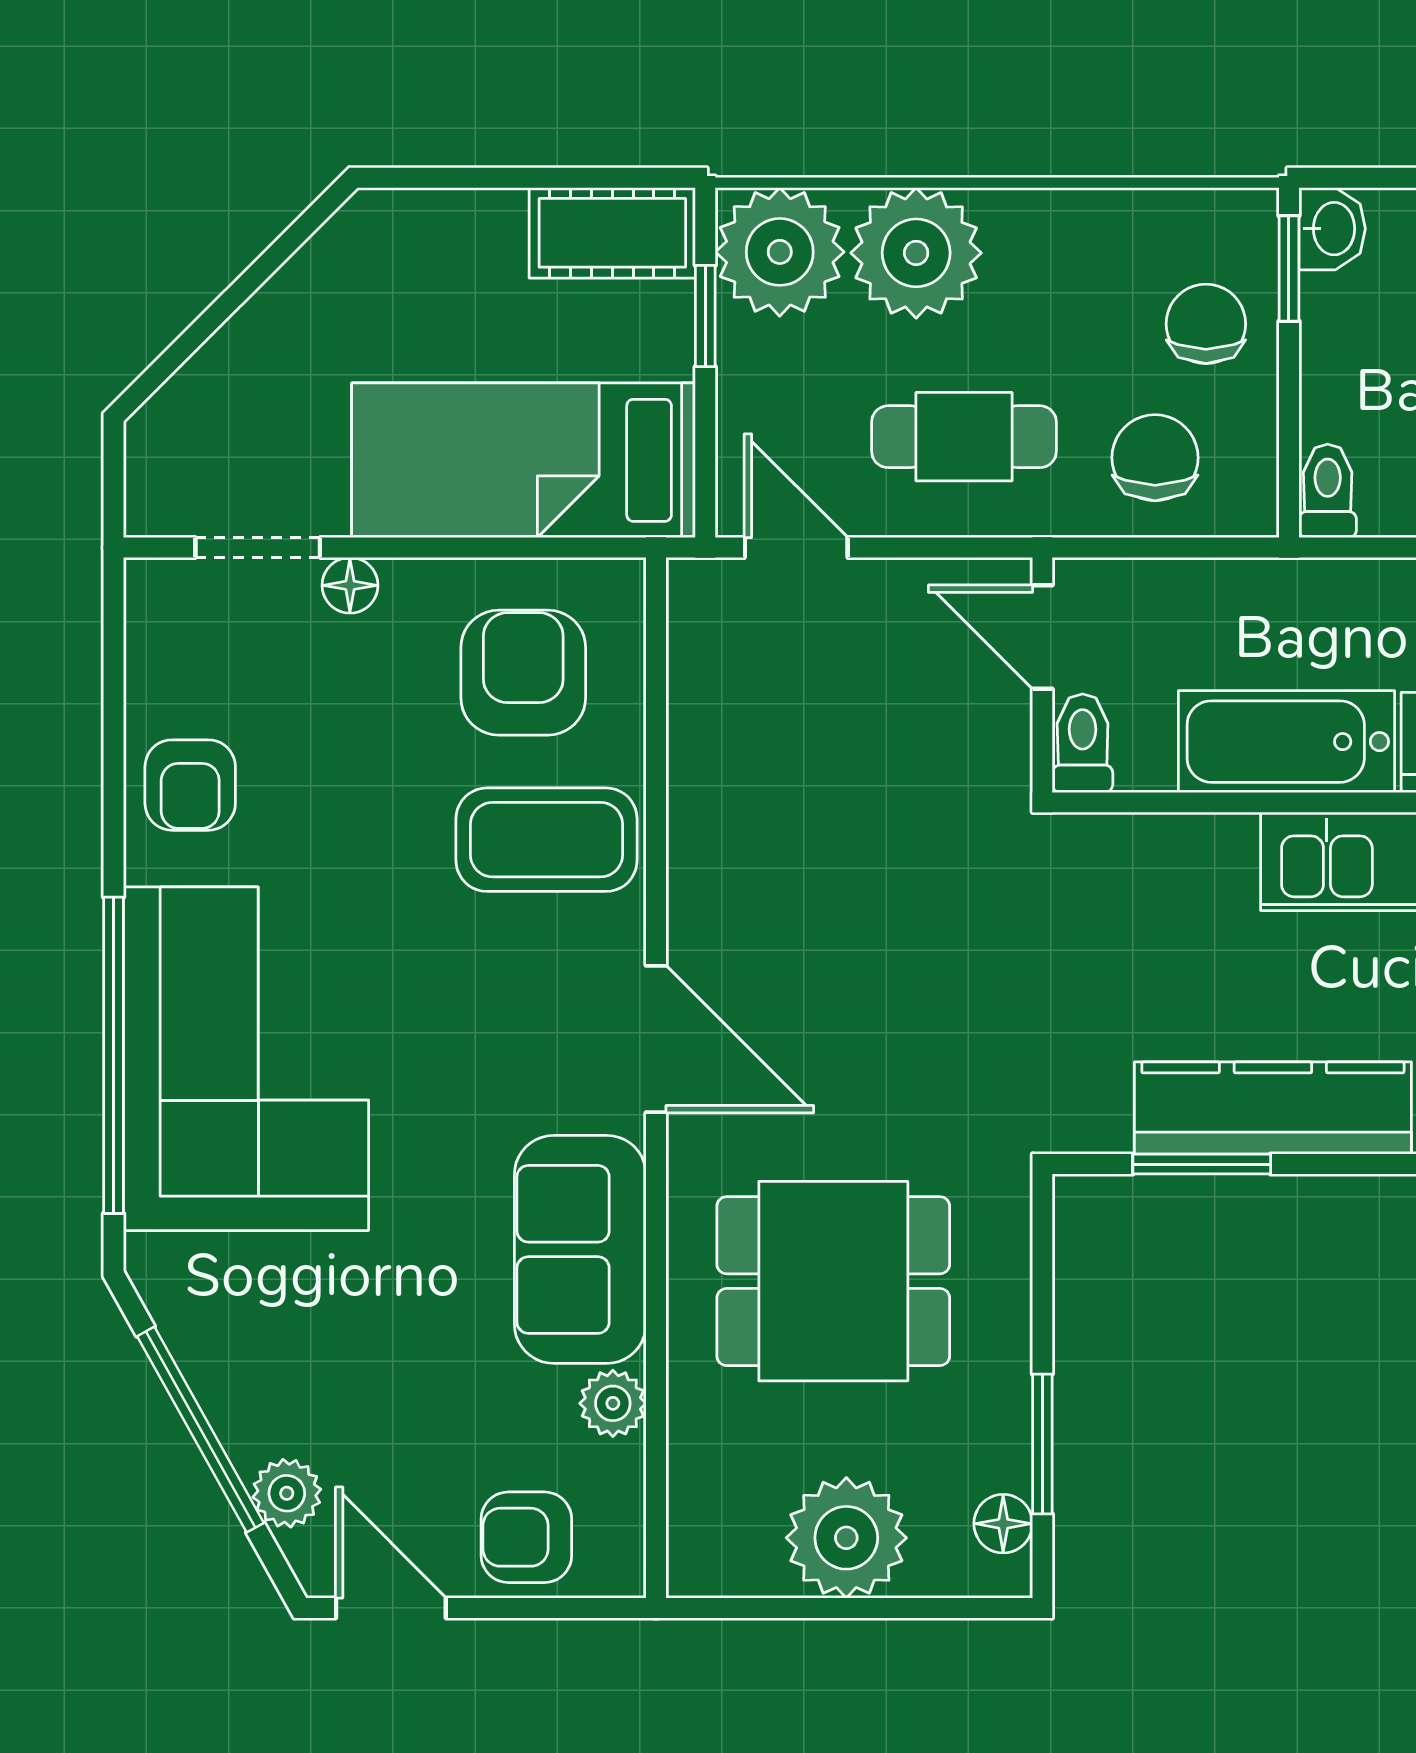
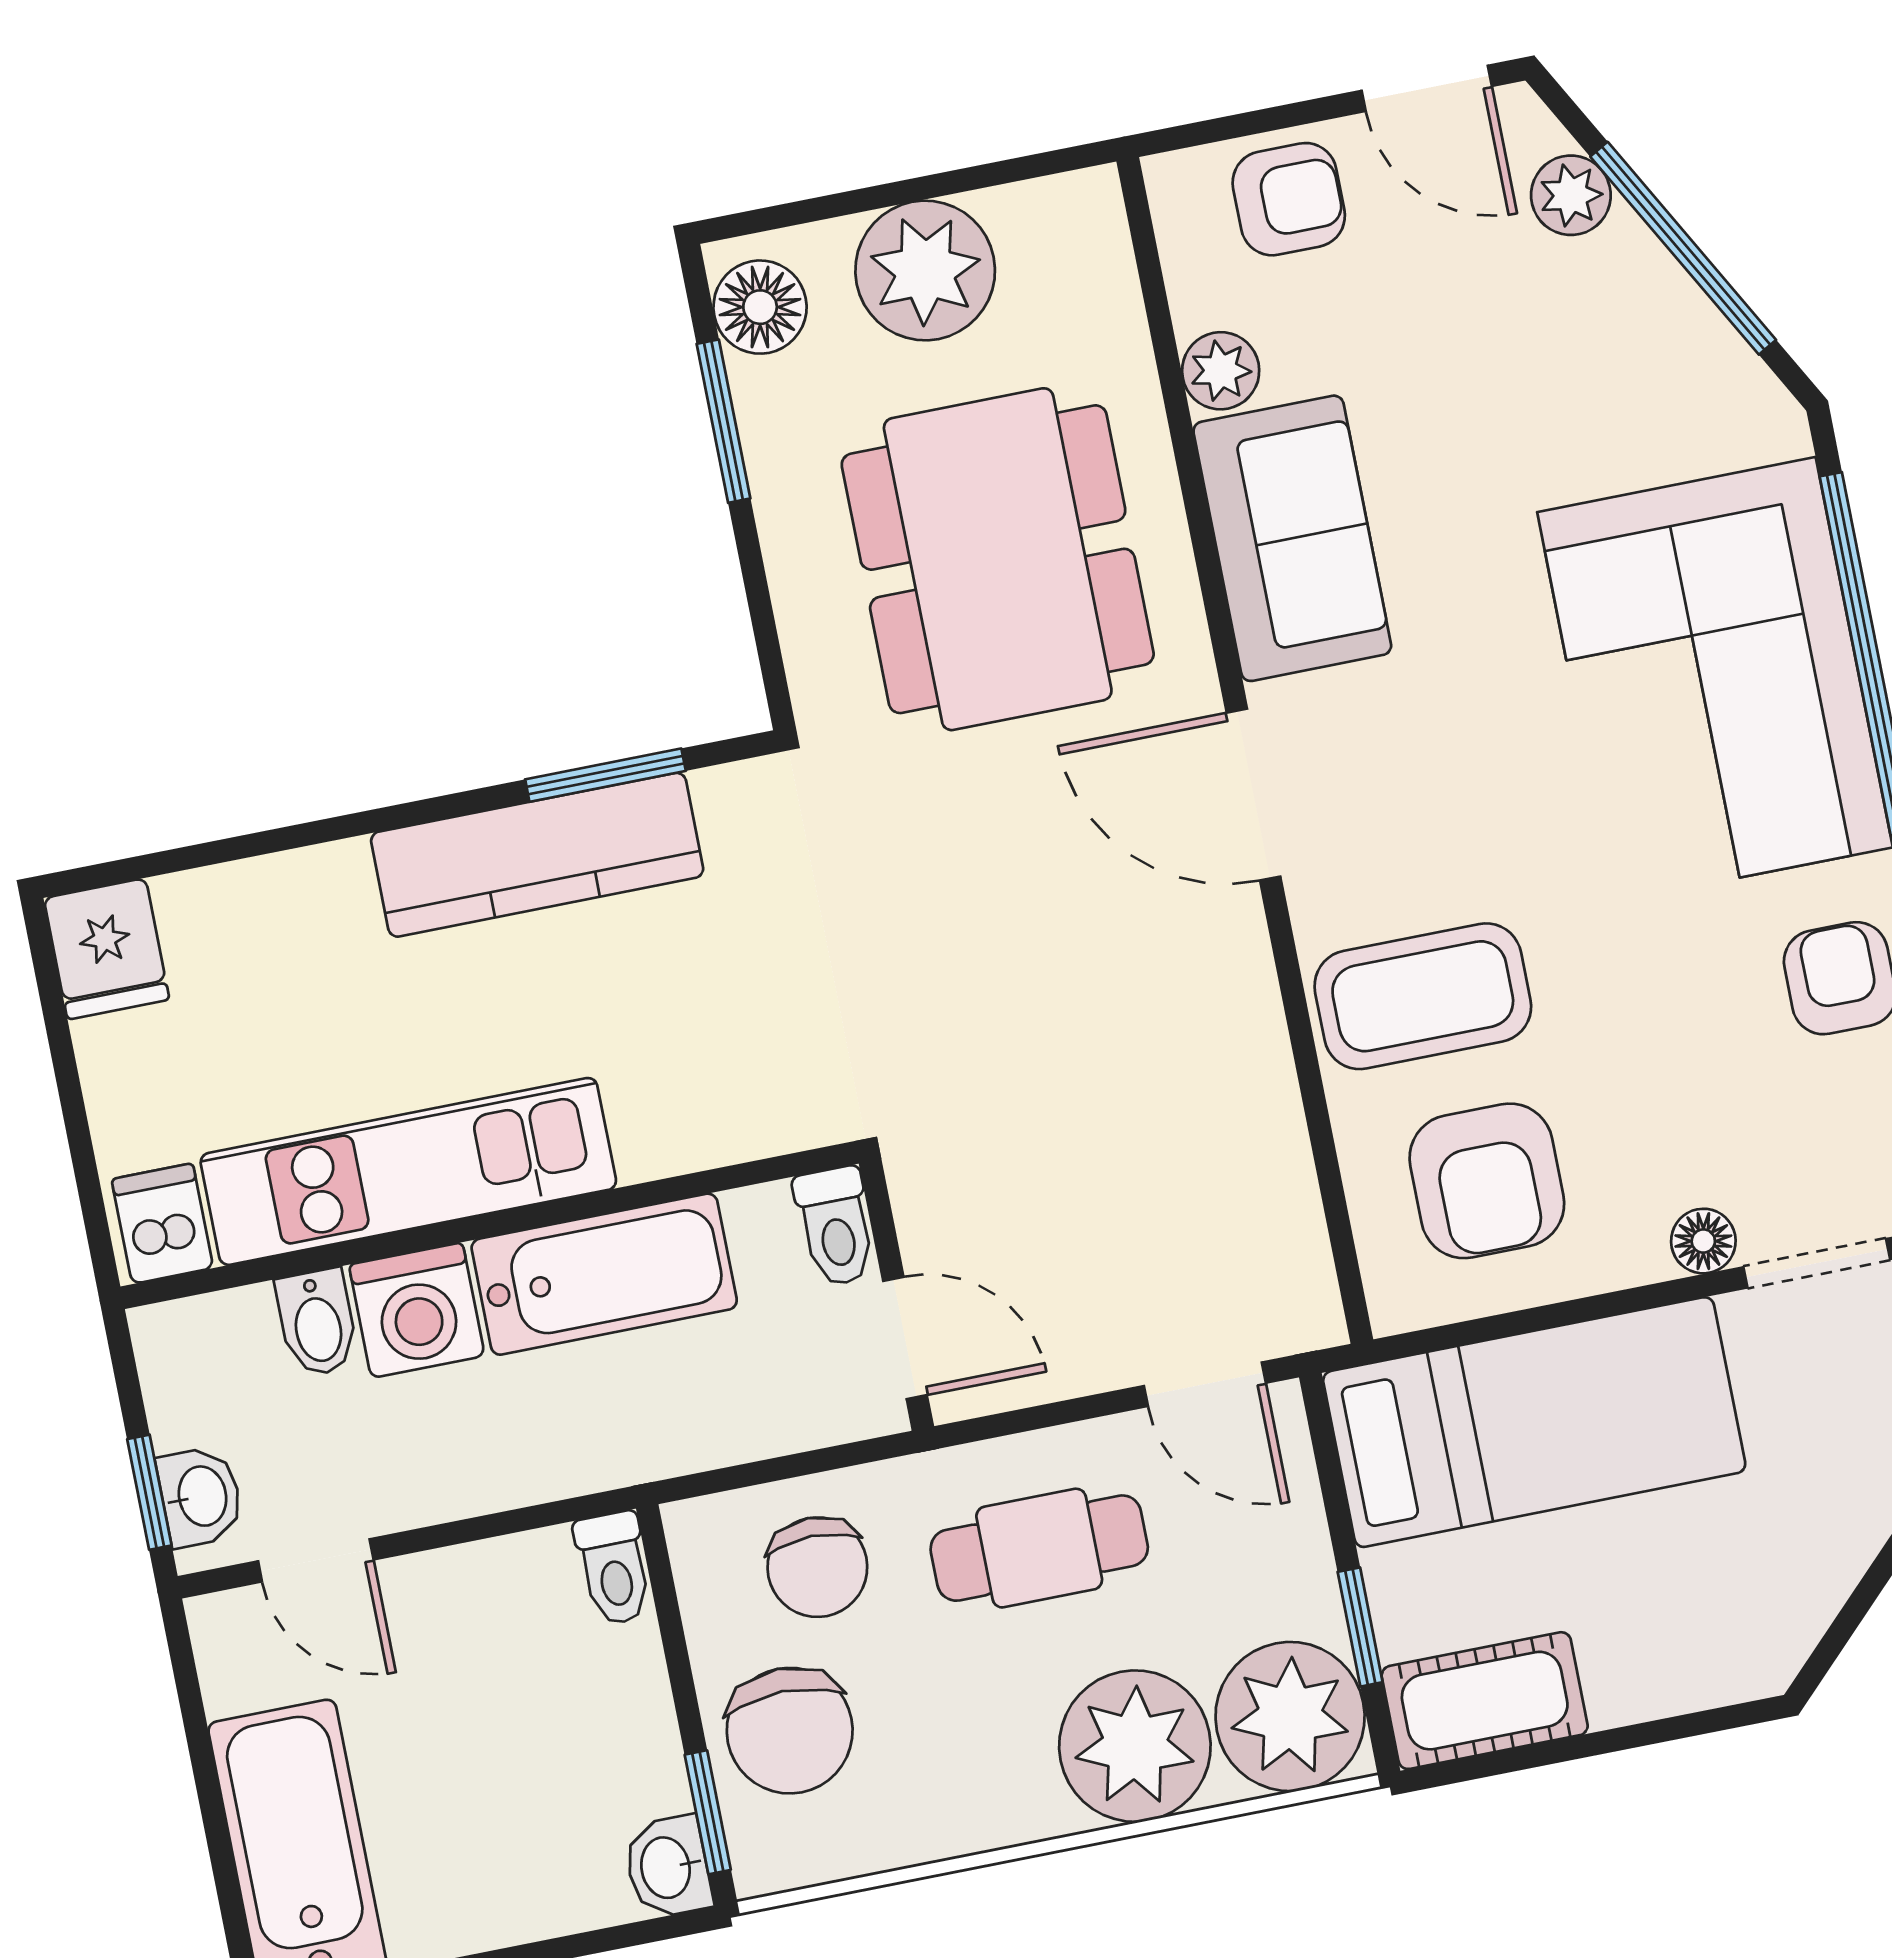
chair: (1206, 324) -> (790, 1731), width x1.37, depth x1.37
dining table: (833, 1281) -> (998, 559), width x1.37
floor lamp: (1003, 1524) -> (760, 307), width x1.37, depth x1.37

